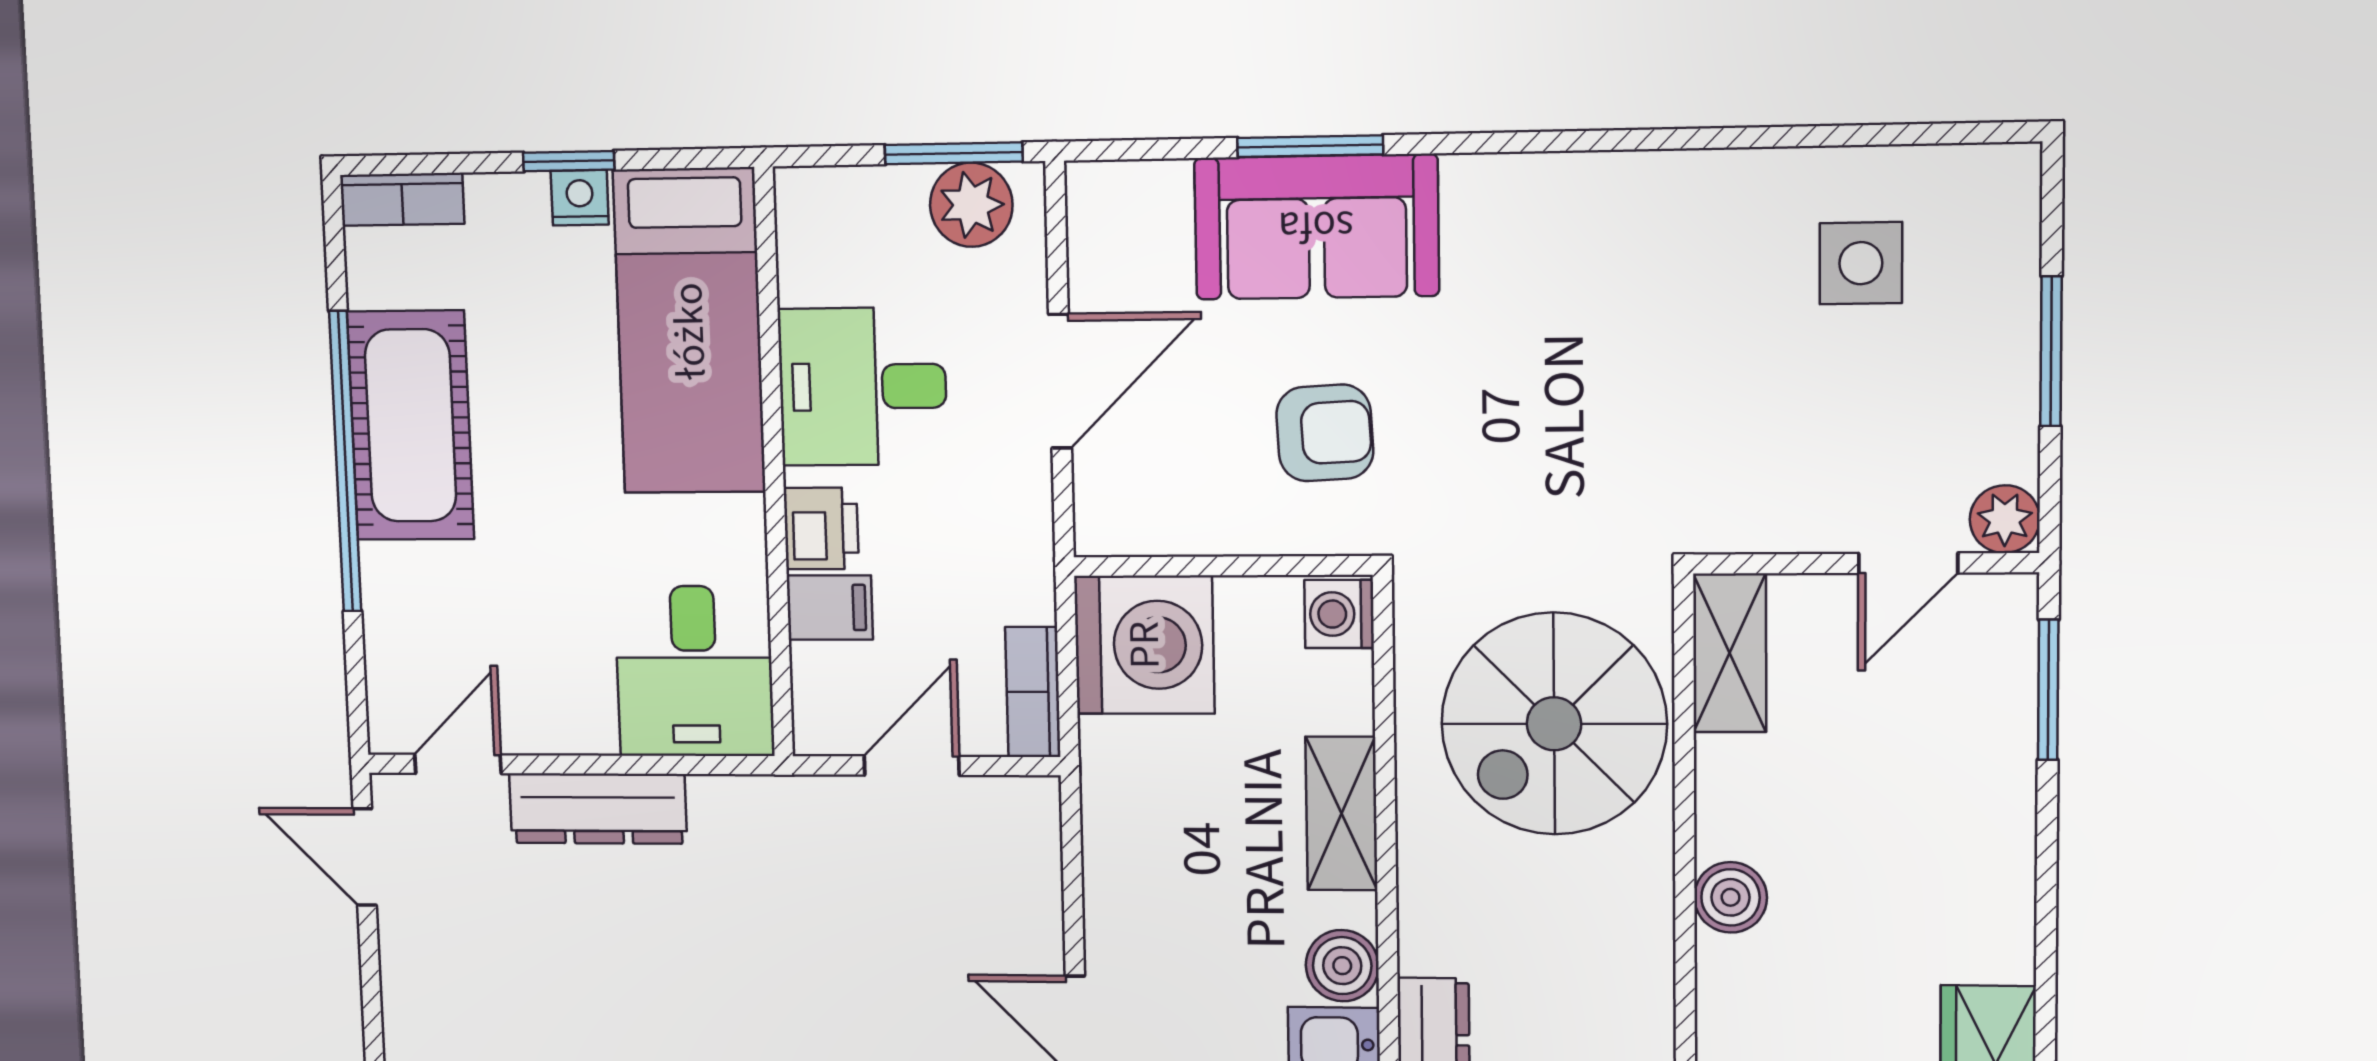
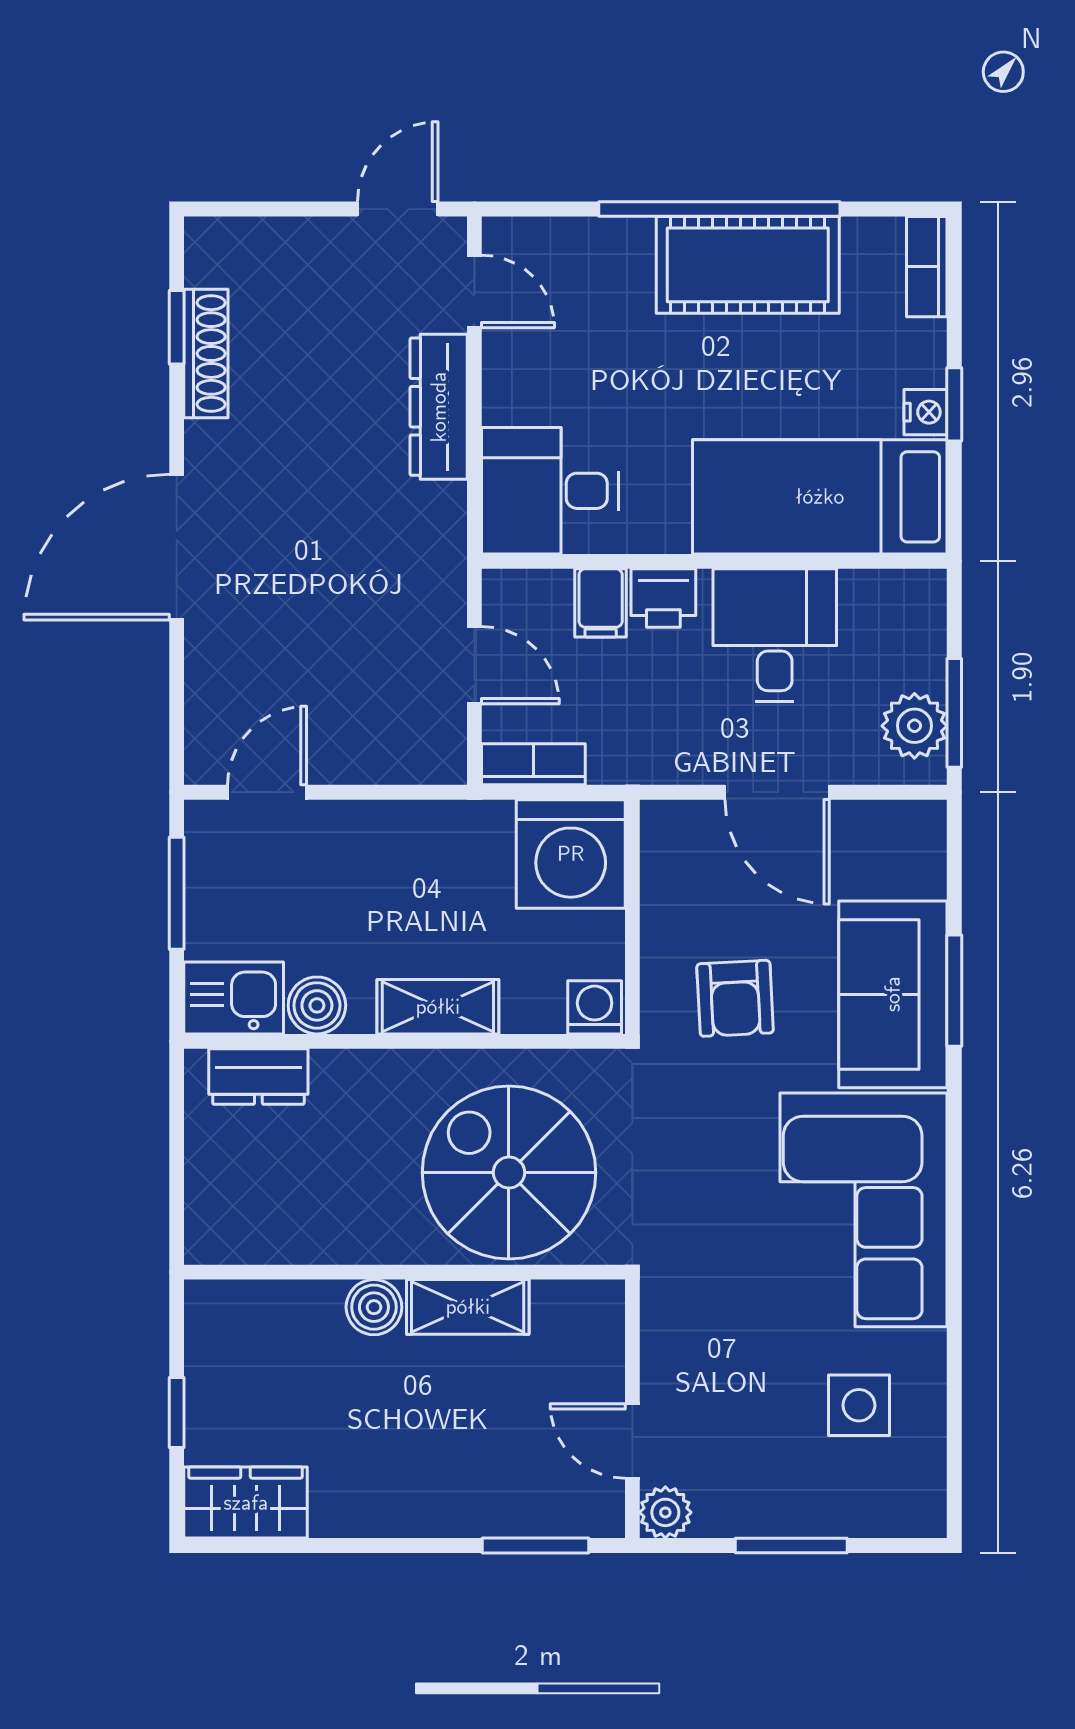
corner sofa: (1599, 261) -> (863, 1210), added
shelving: (1730, 653) -> (468, 1307), moved

